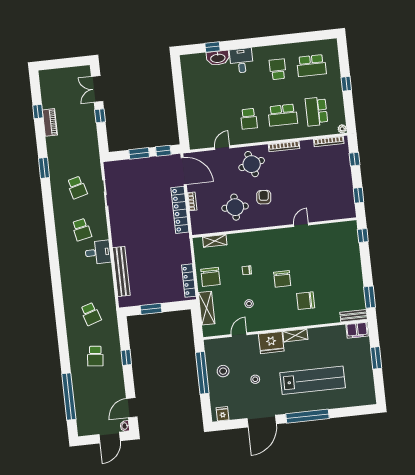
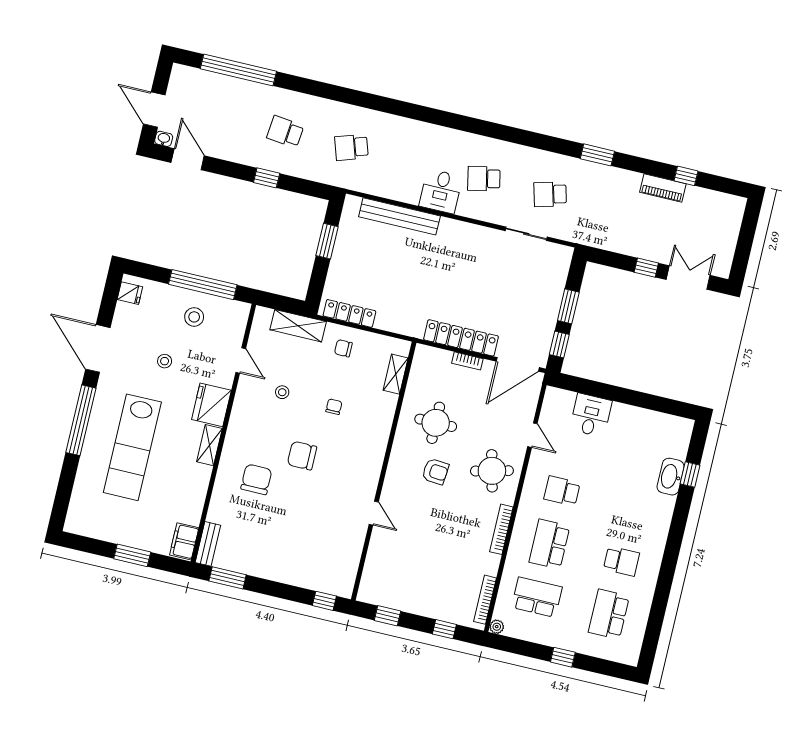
desk: (241, 61) -> (591, 415), moved, turned -90
chair: (210, 277) -> (343, 348), width x0.54, depth x0.54

